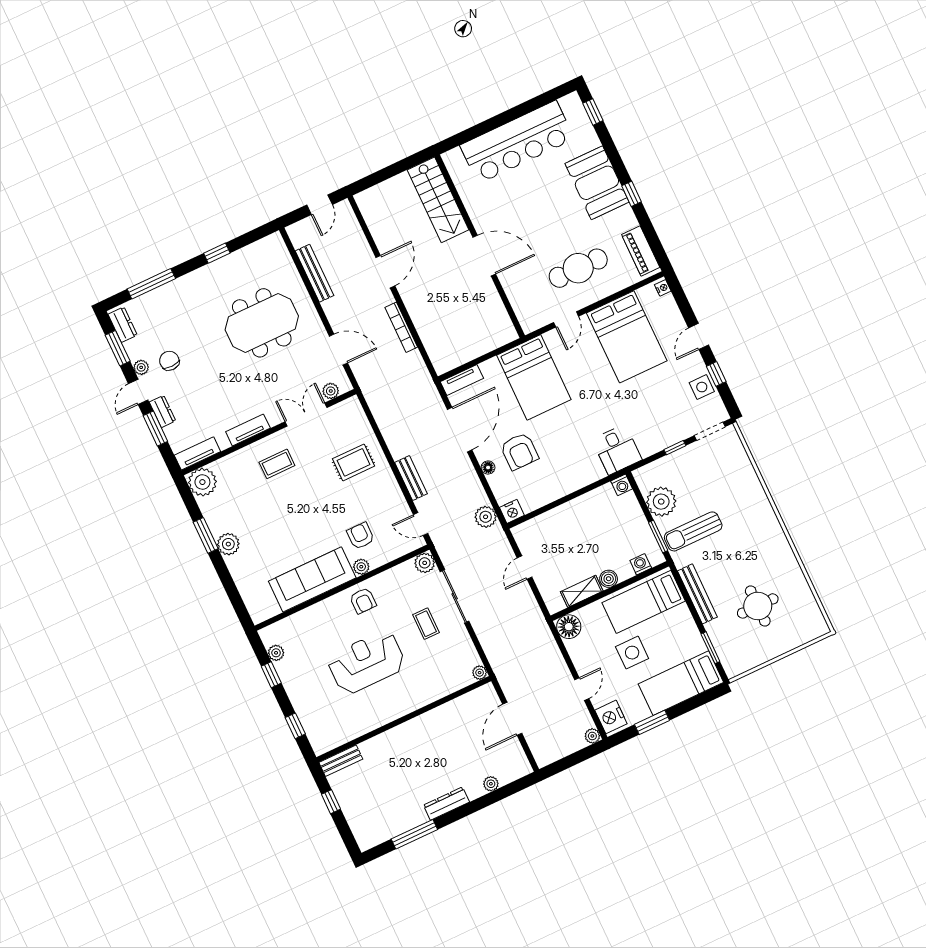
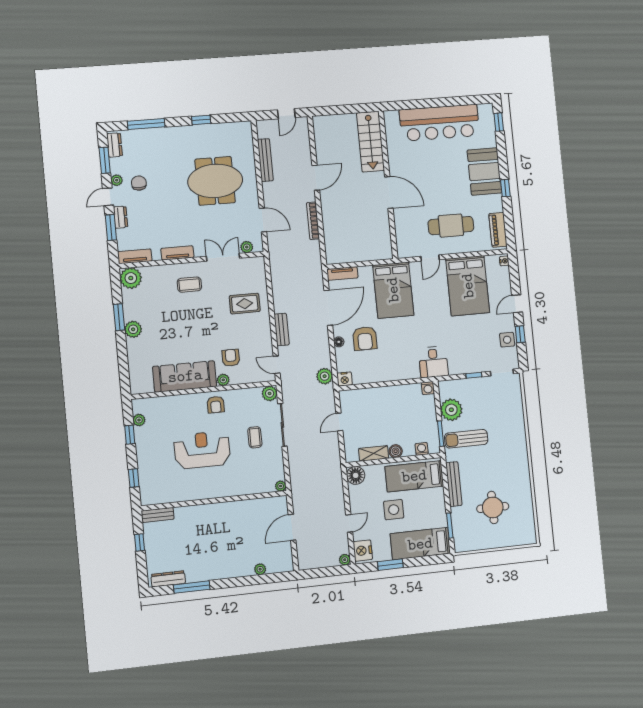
dresser: (446, 804) -> (168, 579), moved

